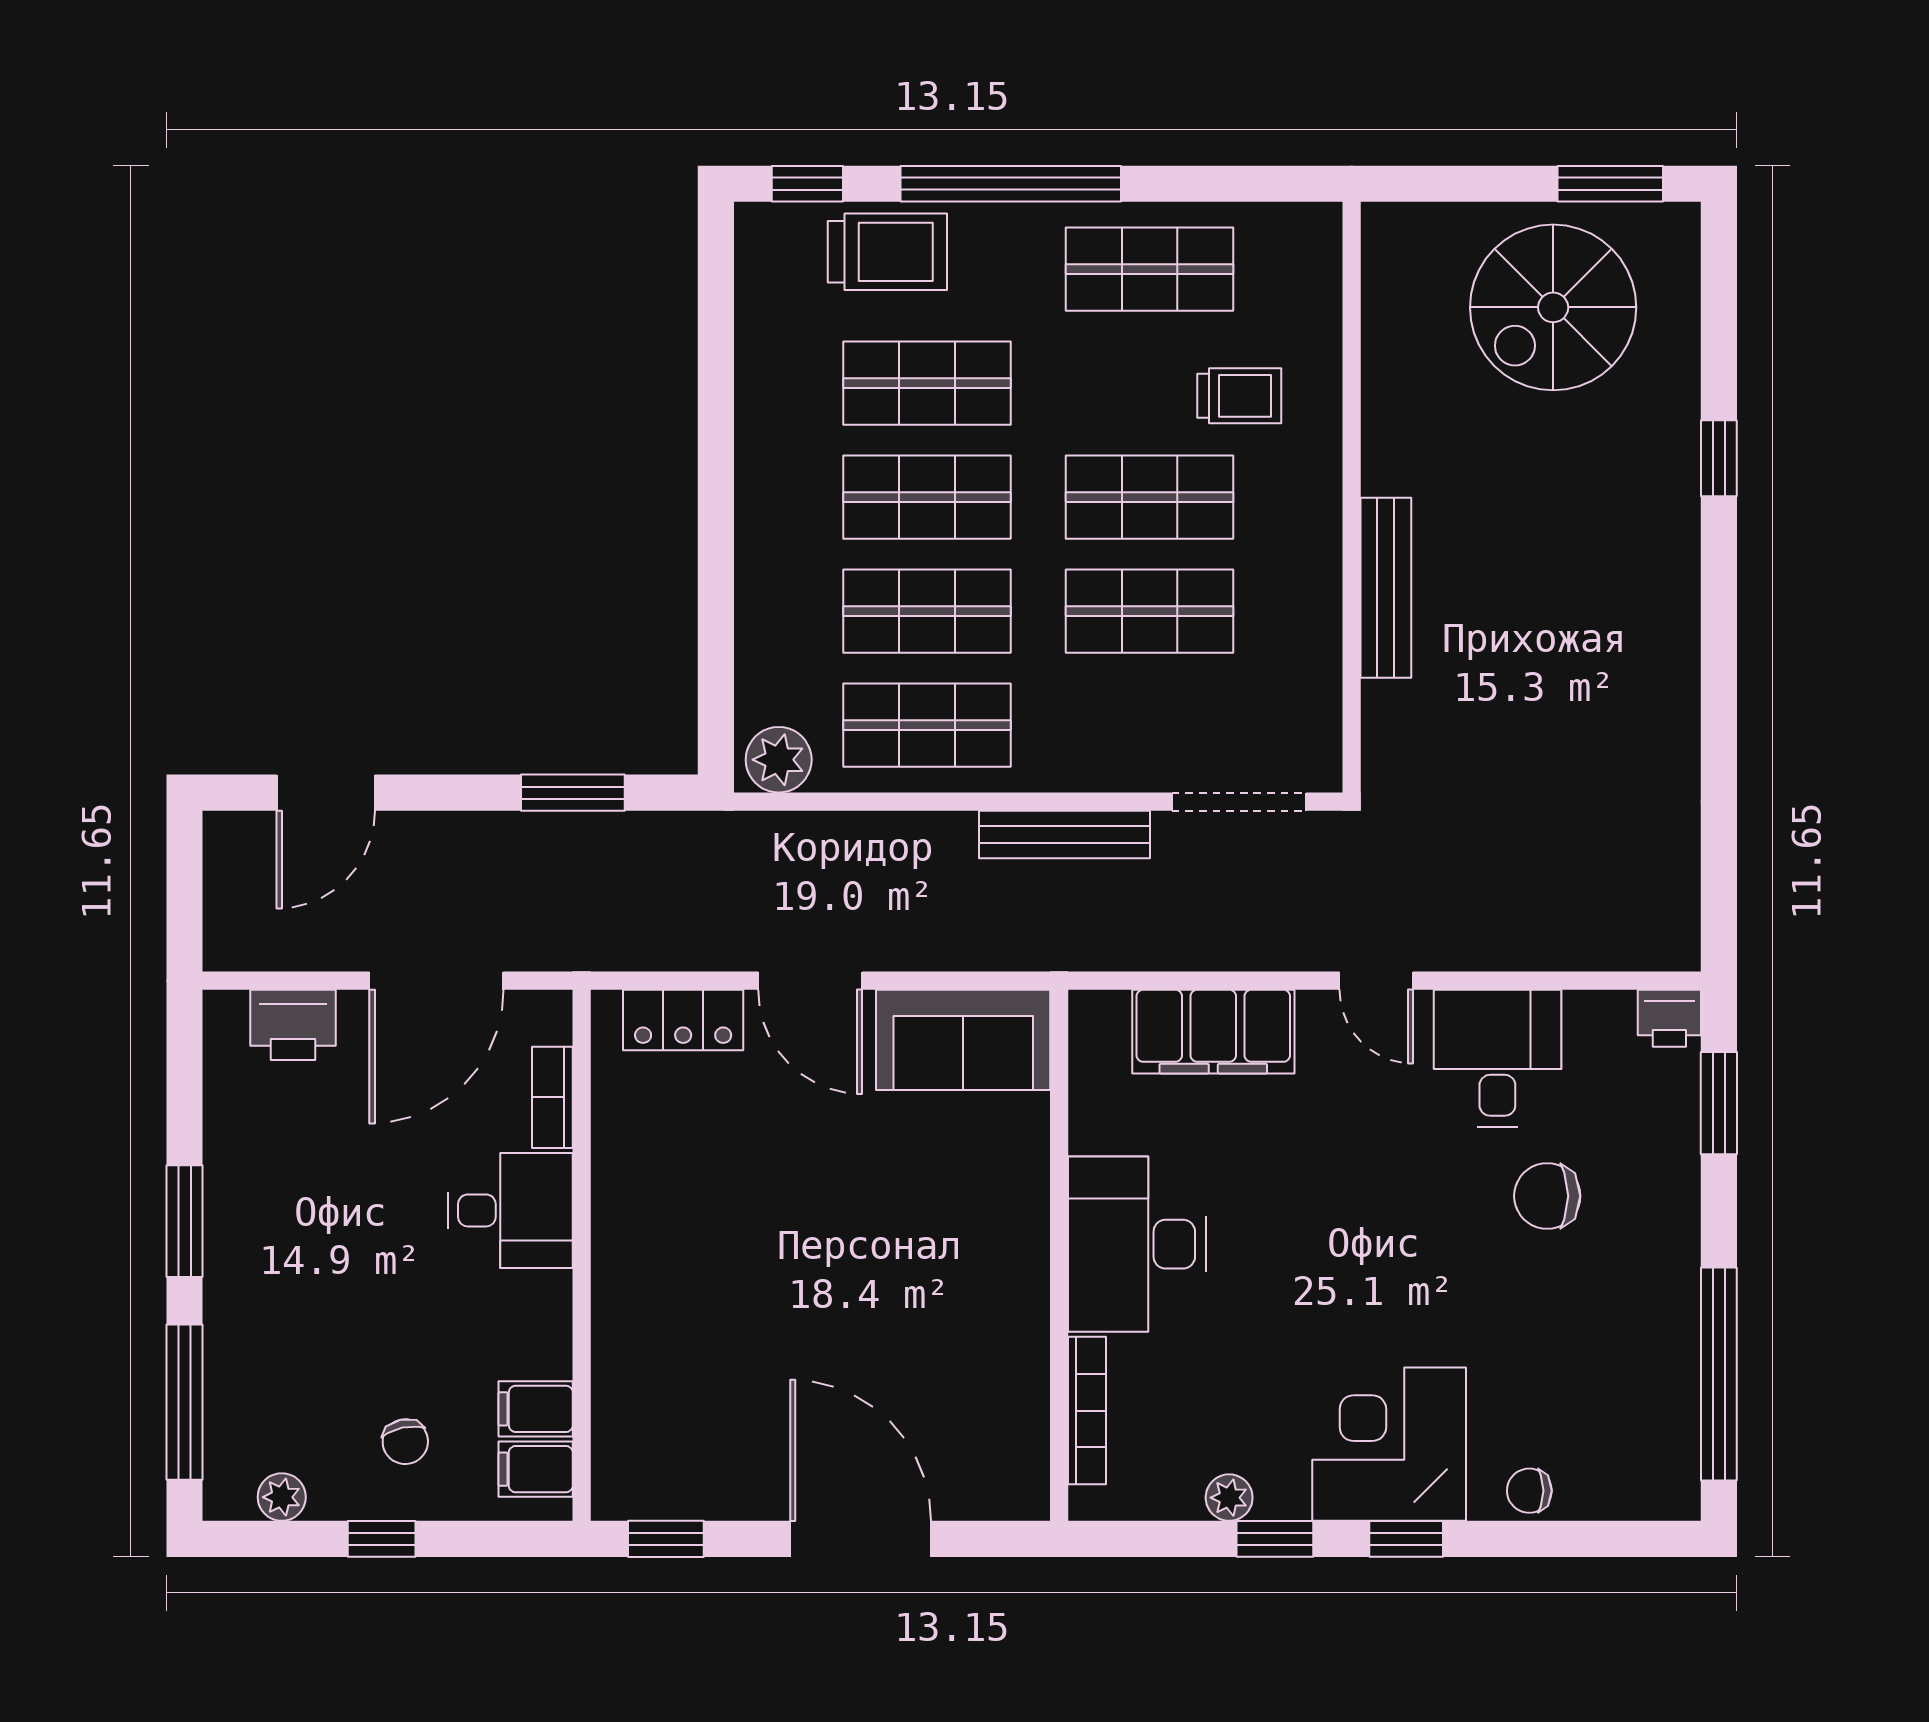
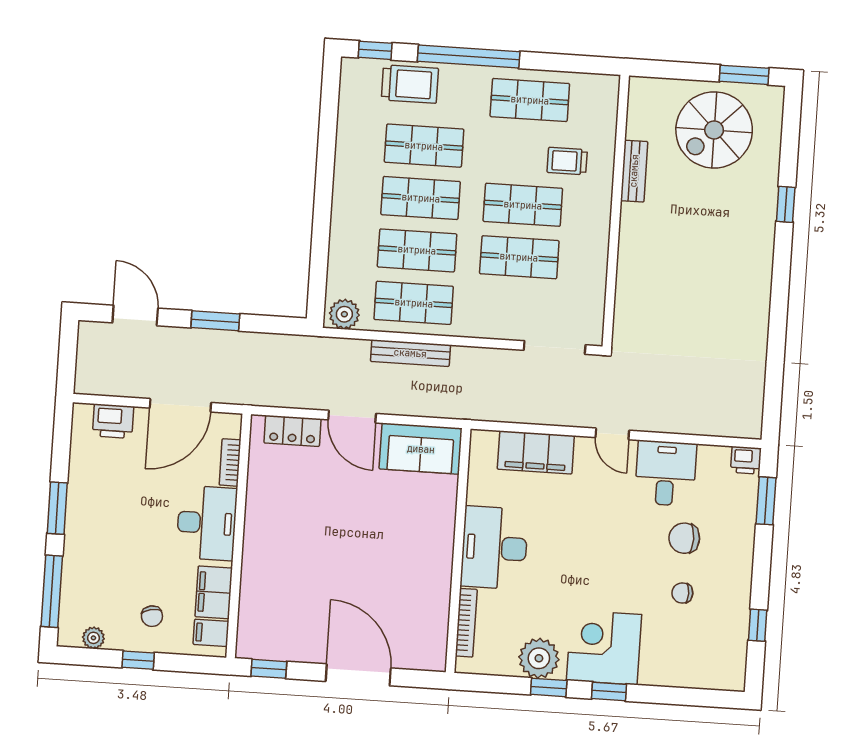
trolley: (1239, 396) -> (567, 161), turned 180
bench: (1386, 588) -> (634, 171), moved, width x0.73
door: (326, 793) -> (135, 315), swing flipped
window: (573, 793) -> (215, 321), moved
bench: (1065, 834) -> (410, 353), moved
desk: (510, 1210) -> (207, 523), width x1.37
window: (1719, 1374) -> (758, 625), width x0.32
filing cabinet: (536, 1409) -> (214, 592), width x2.00
chair: (1529, 1491) -> (682, 593), moved
plant: (1229, 1498) -> (539, 658), width x1.88, depth x1.88

